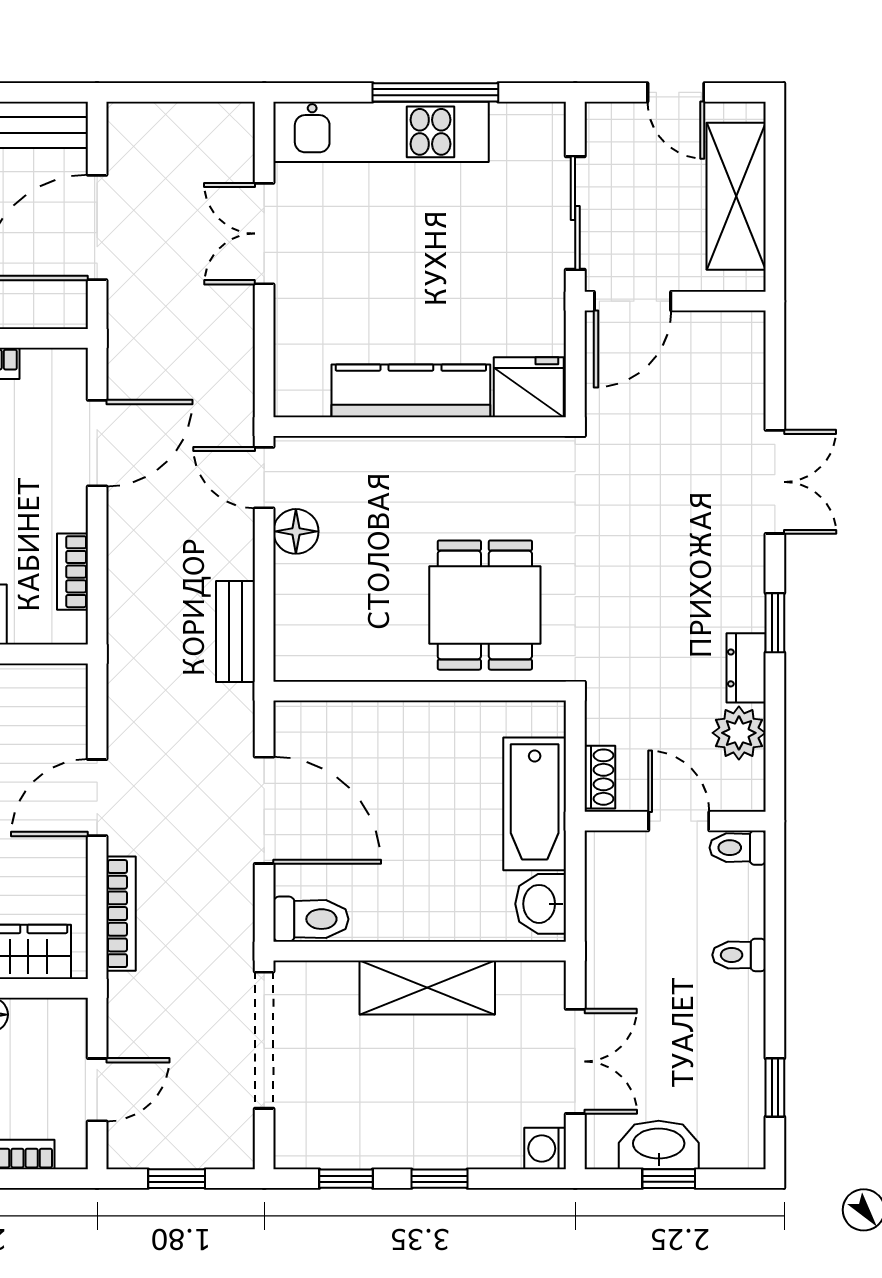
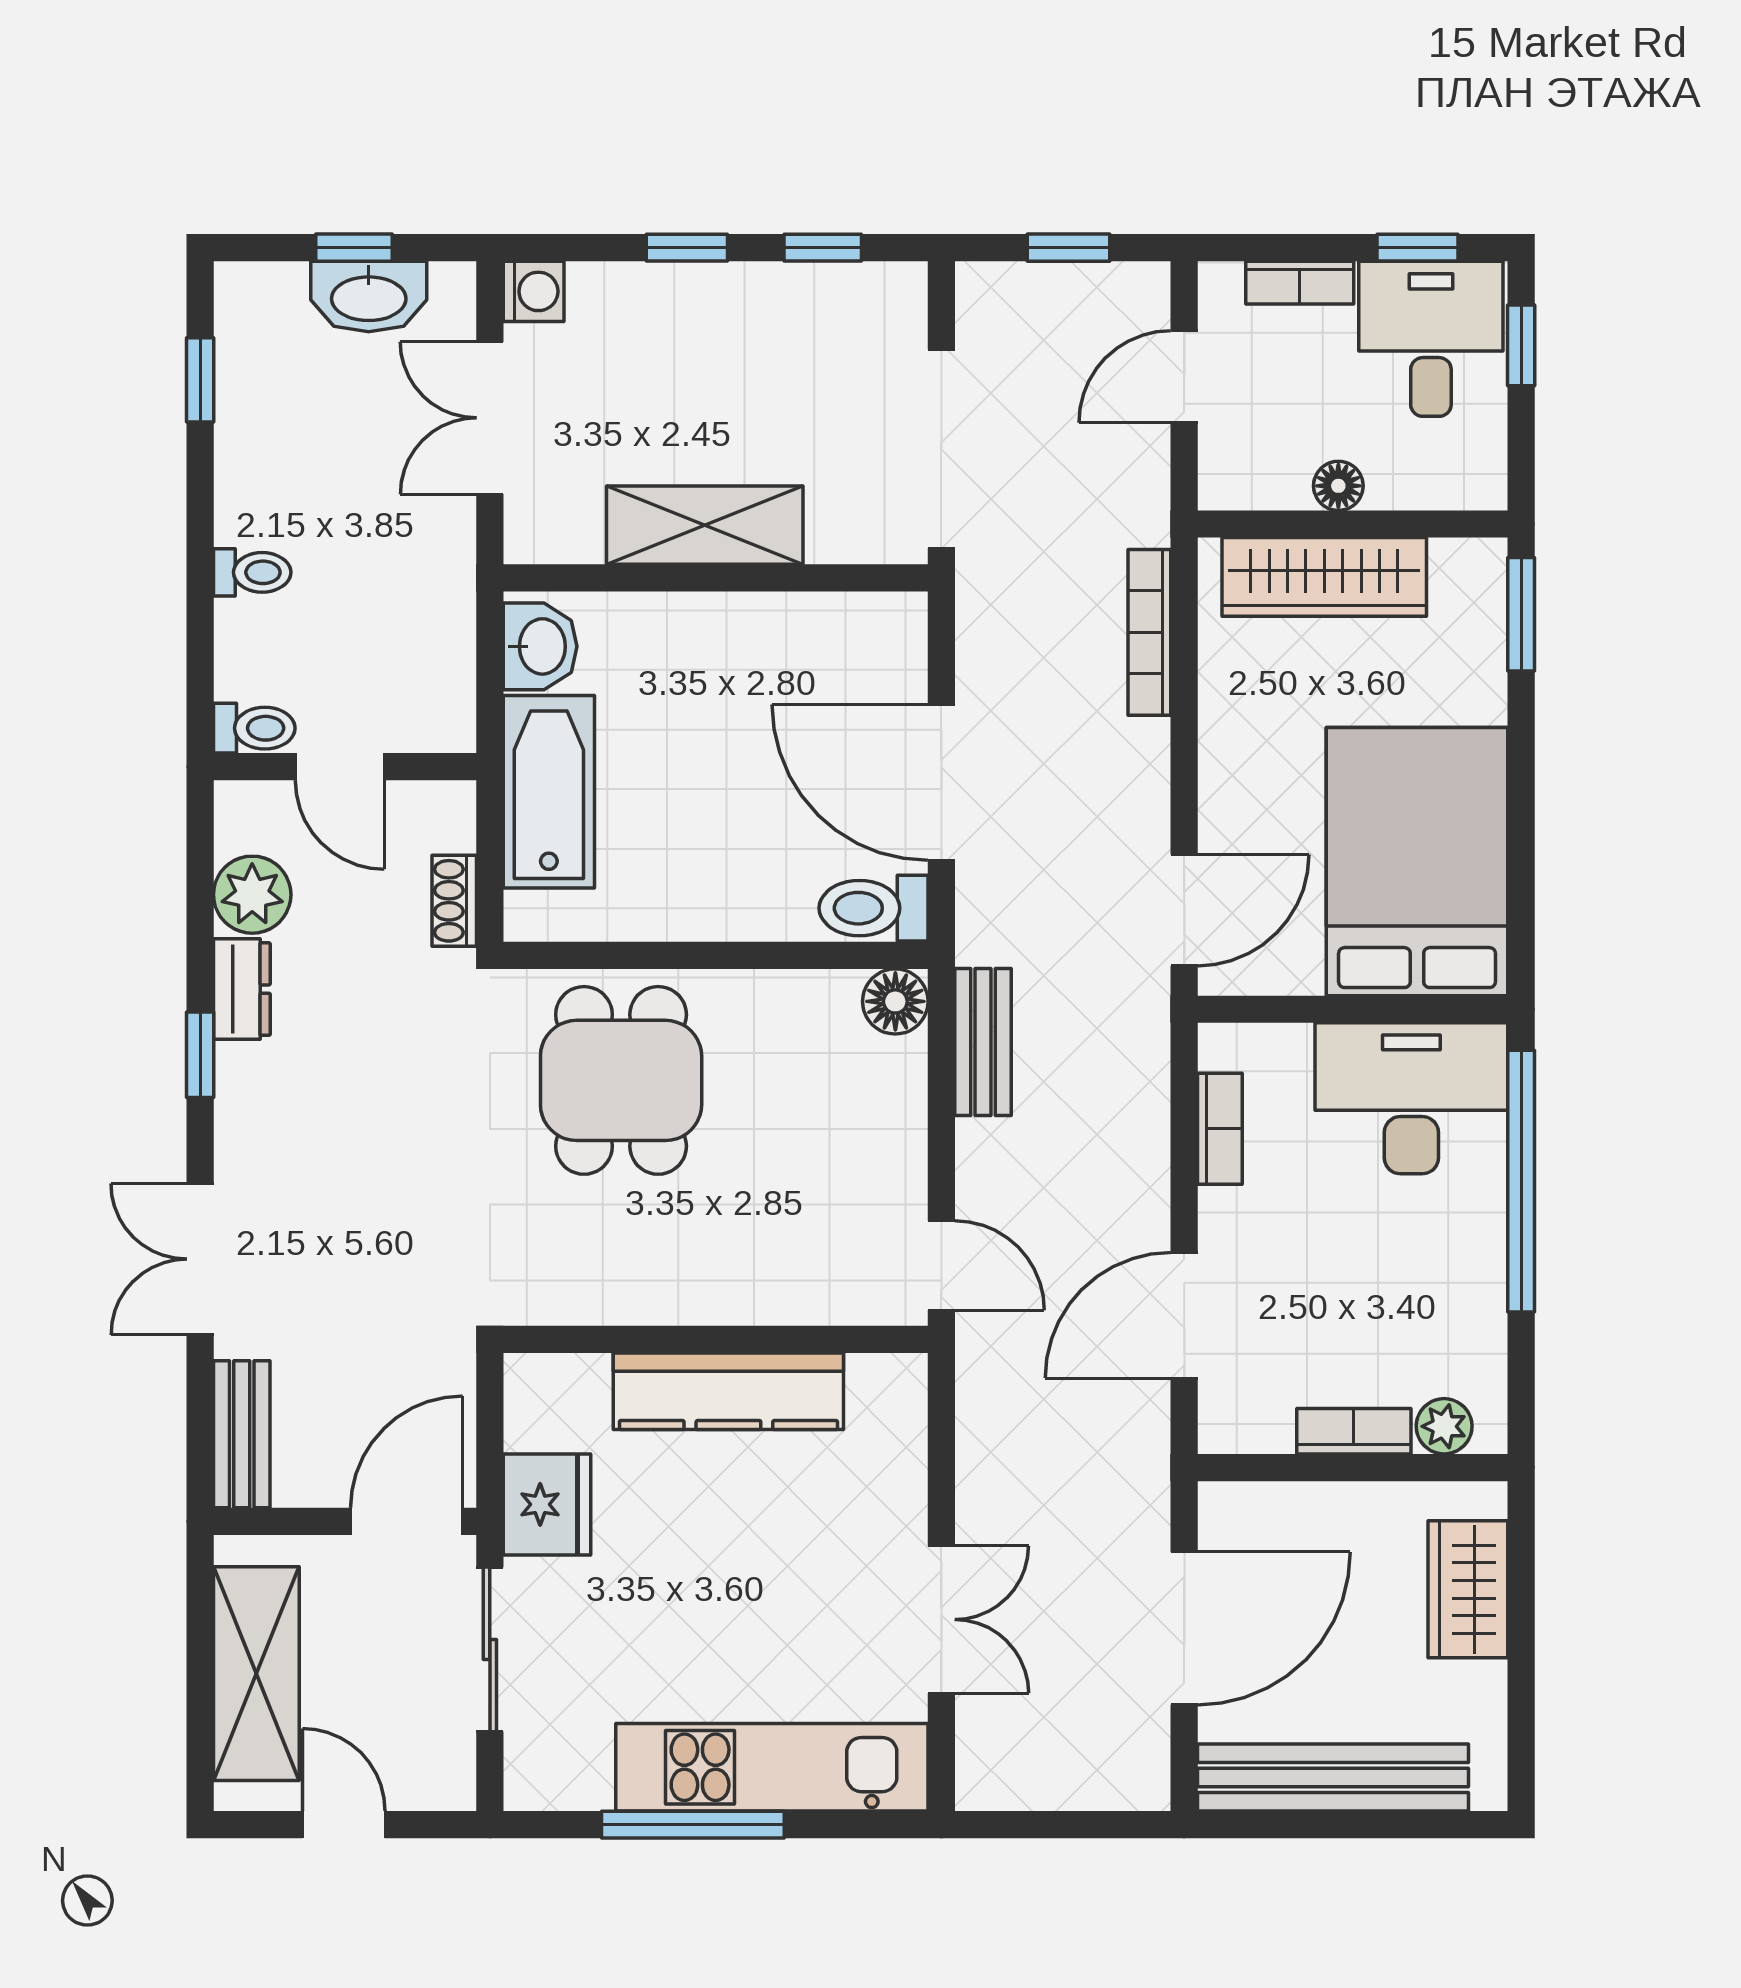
bench: (746, 361) -> (242, 1434), added
fridge: (529, 387) -> (547, 1504), moved, turned -90
floor lamp: (296, 531) -> (895, 1001), moved
shoe rack: (600, 777) -> (454, 901), moved
door: (97, 798) -> (1184, 910), moved
toilet: (311, 919) -> (874, 908), moved

